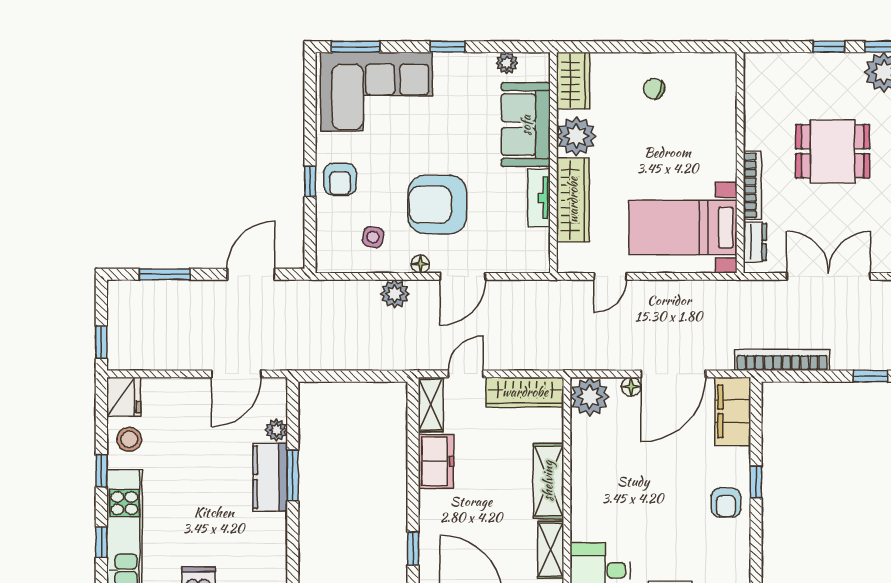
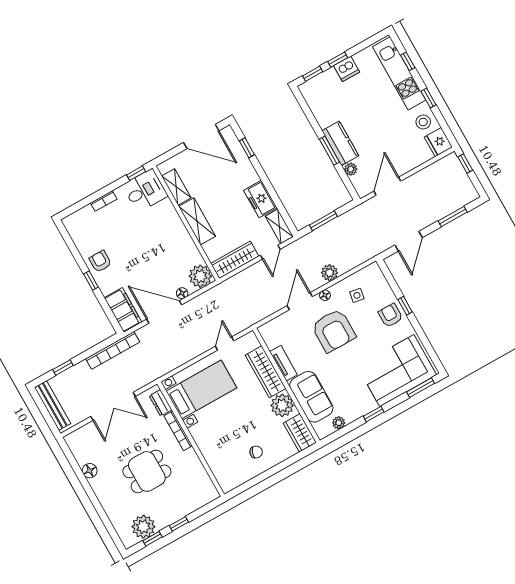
armchair: (437, 204) -> (333, 331), turned 90
door: (673, 374) -> (164, 312), hinge flipped
window: (360, 376) -> (323, 221), added

